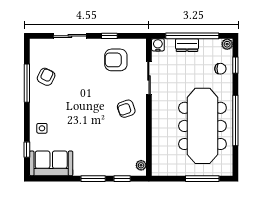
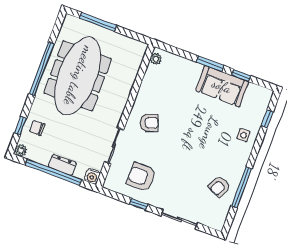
armchair: (116, 60) -> (141, 177), turned 180
sofa: (51, 163) -> (222, 86), moved
window: (122, 179) -> (241, 75), moved

